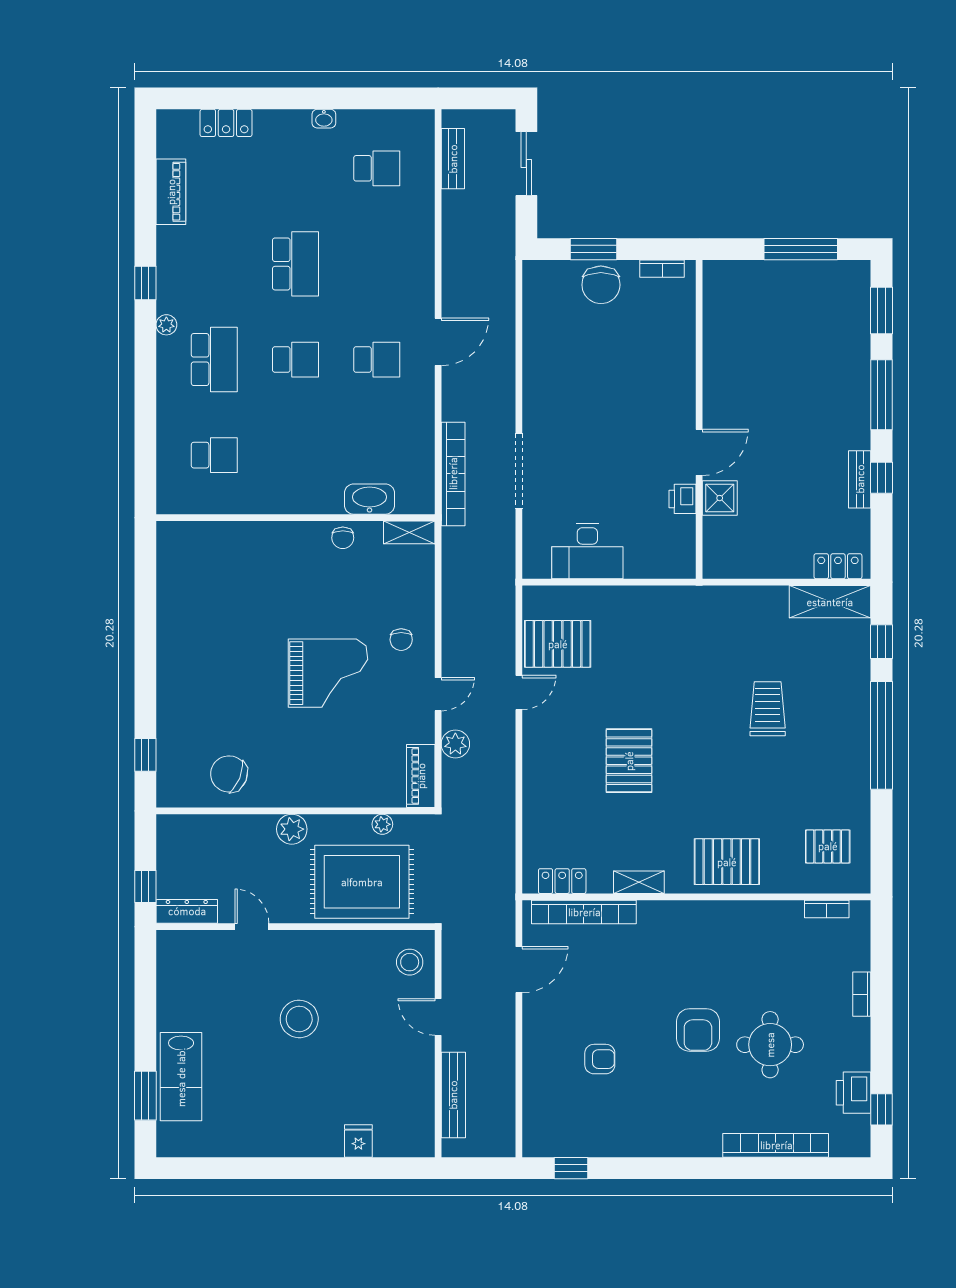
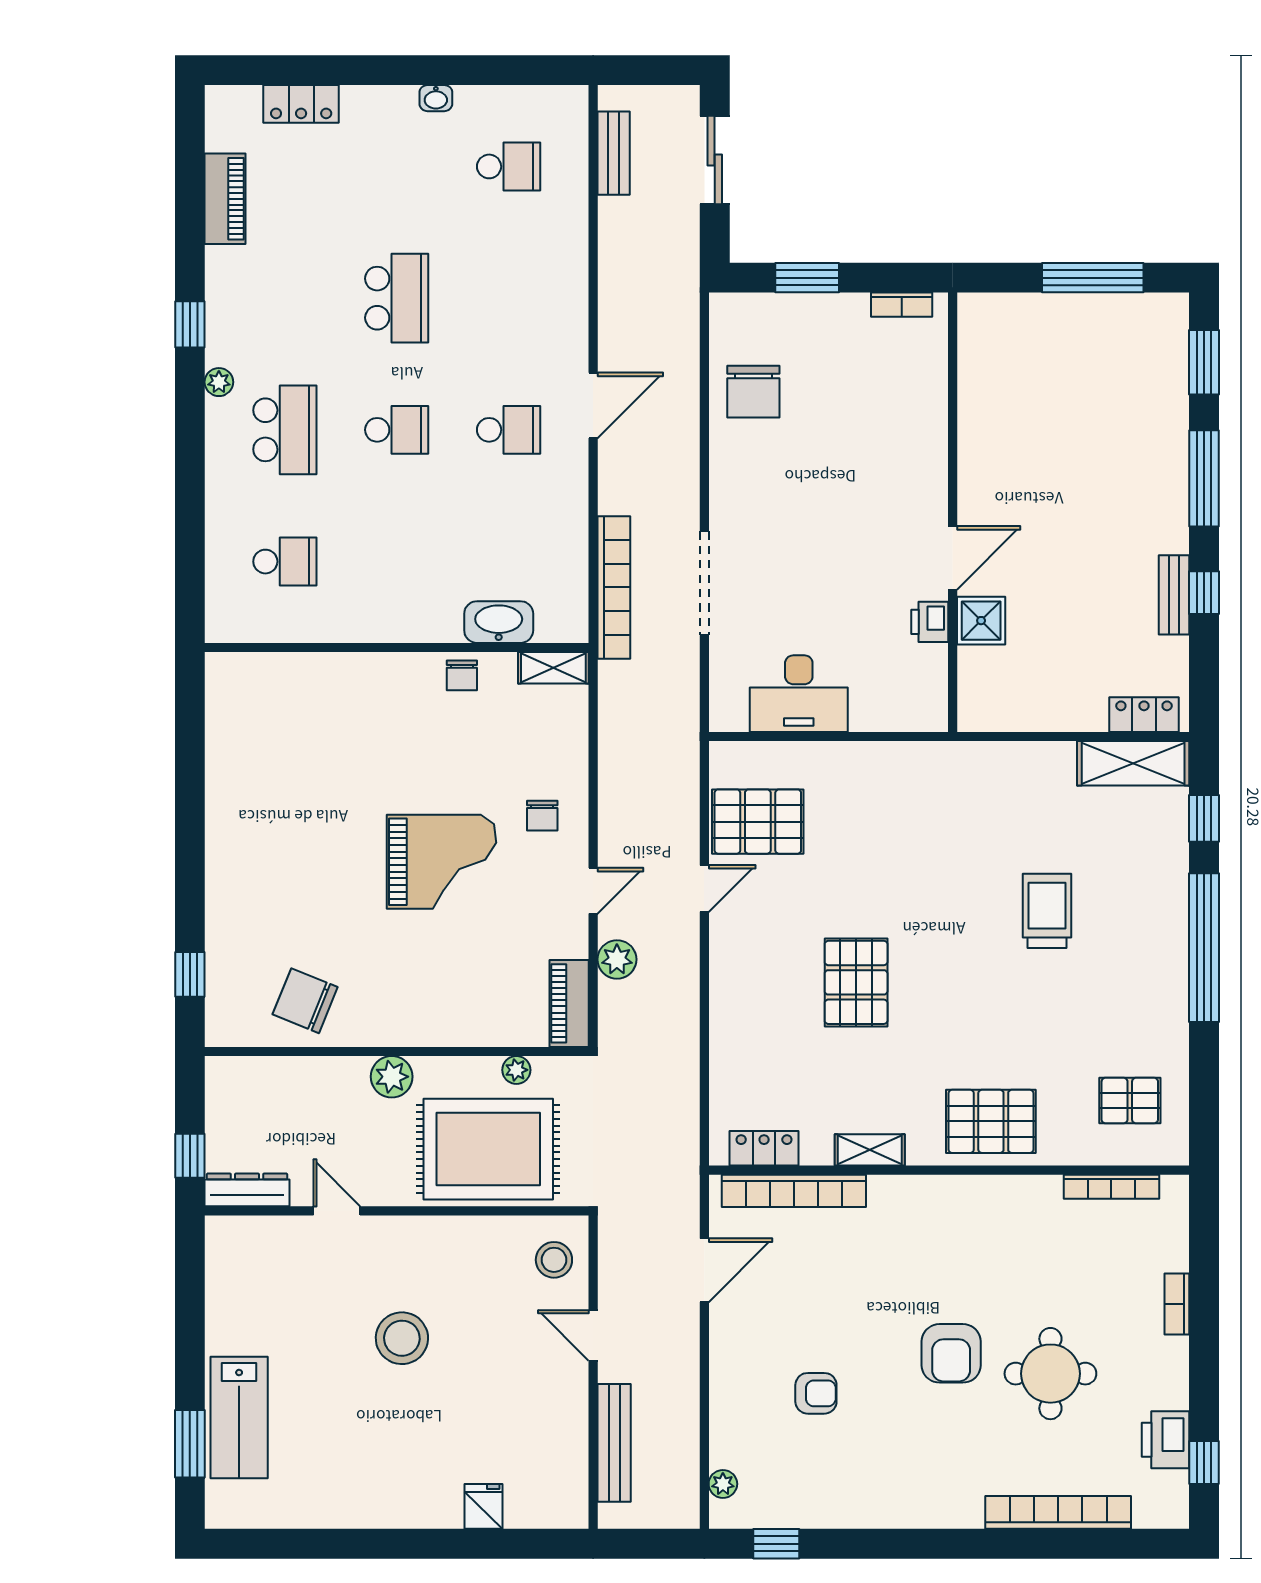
chair: (601, 285) -> (753, 392), moved
bookcase: (827, 909) -> (1111, 1187), width x1.56
plant: (532, 1125) -> (723, 1484), added

